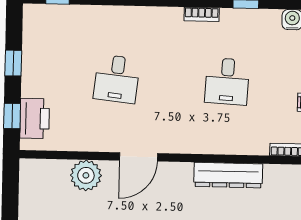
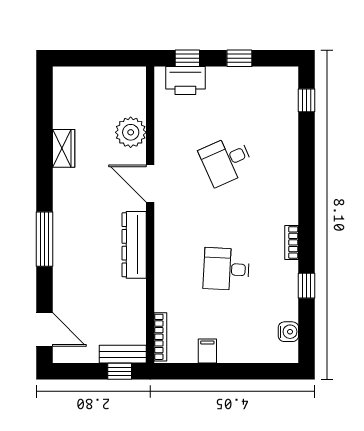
desk: (117, 79) -> (226, 160), turned -30
dresser: (228, 175) -> (134, 245), moved

